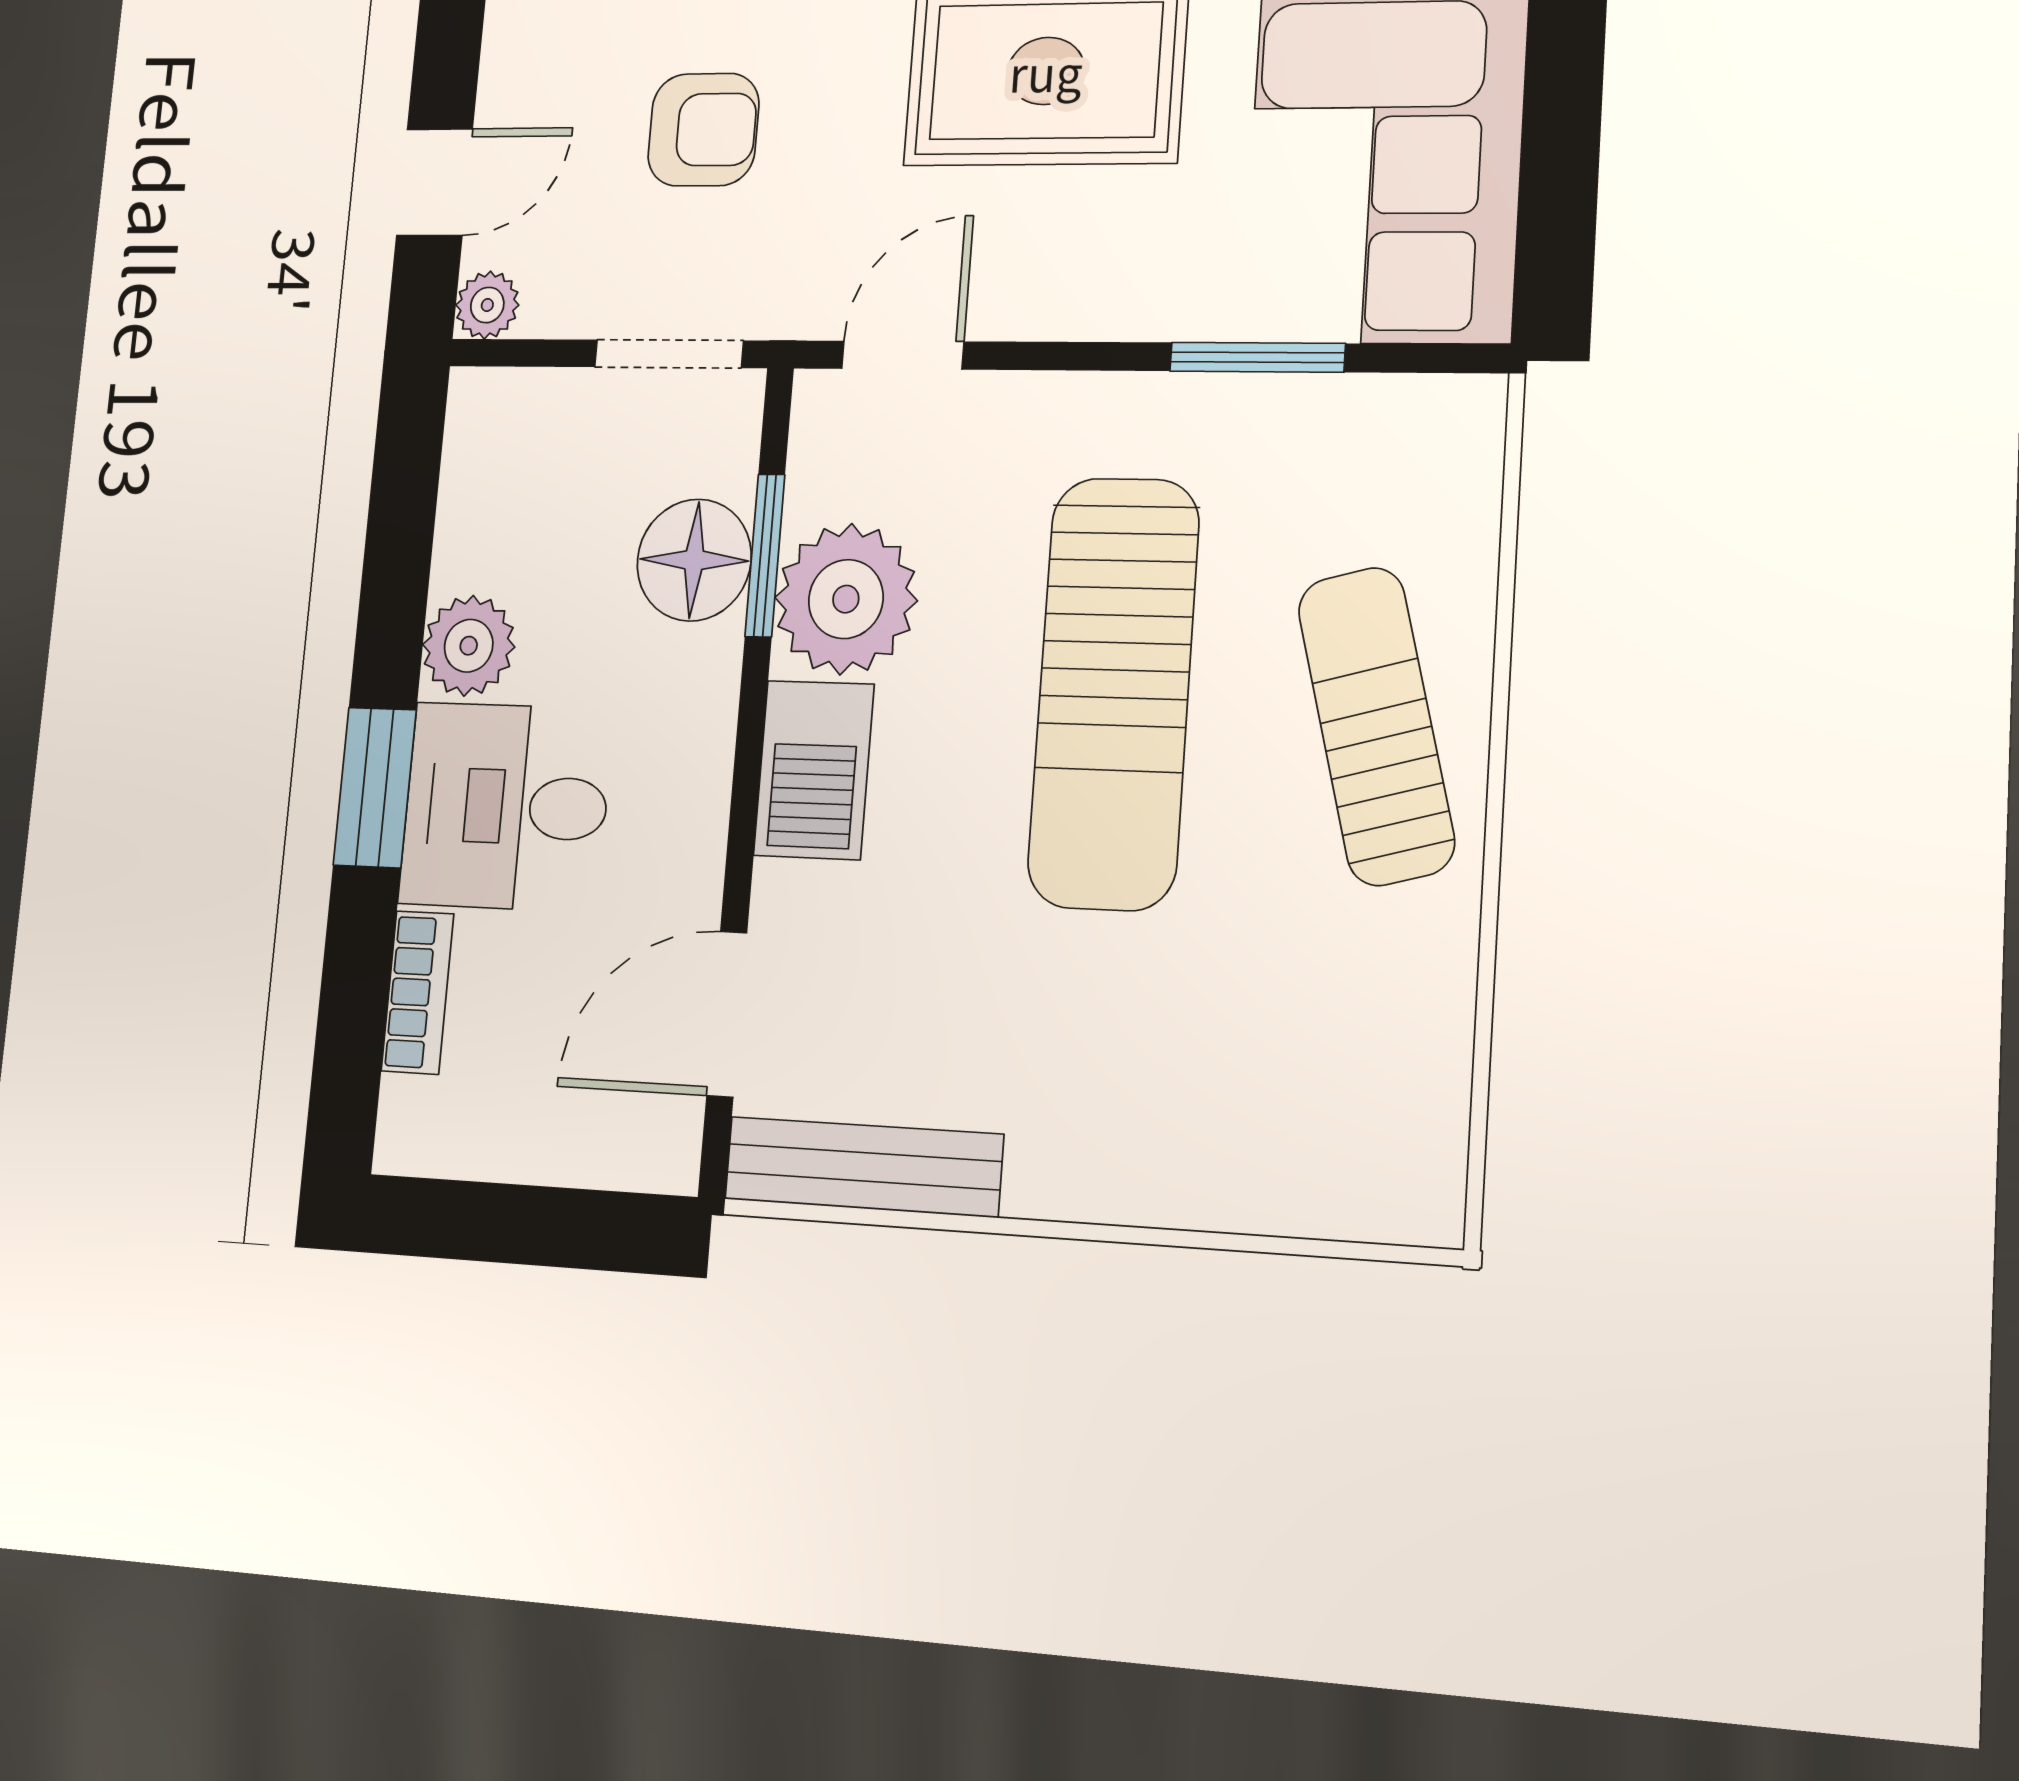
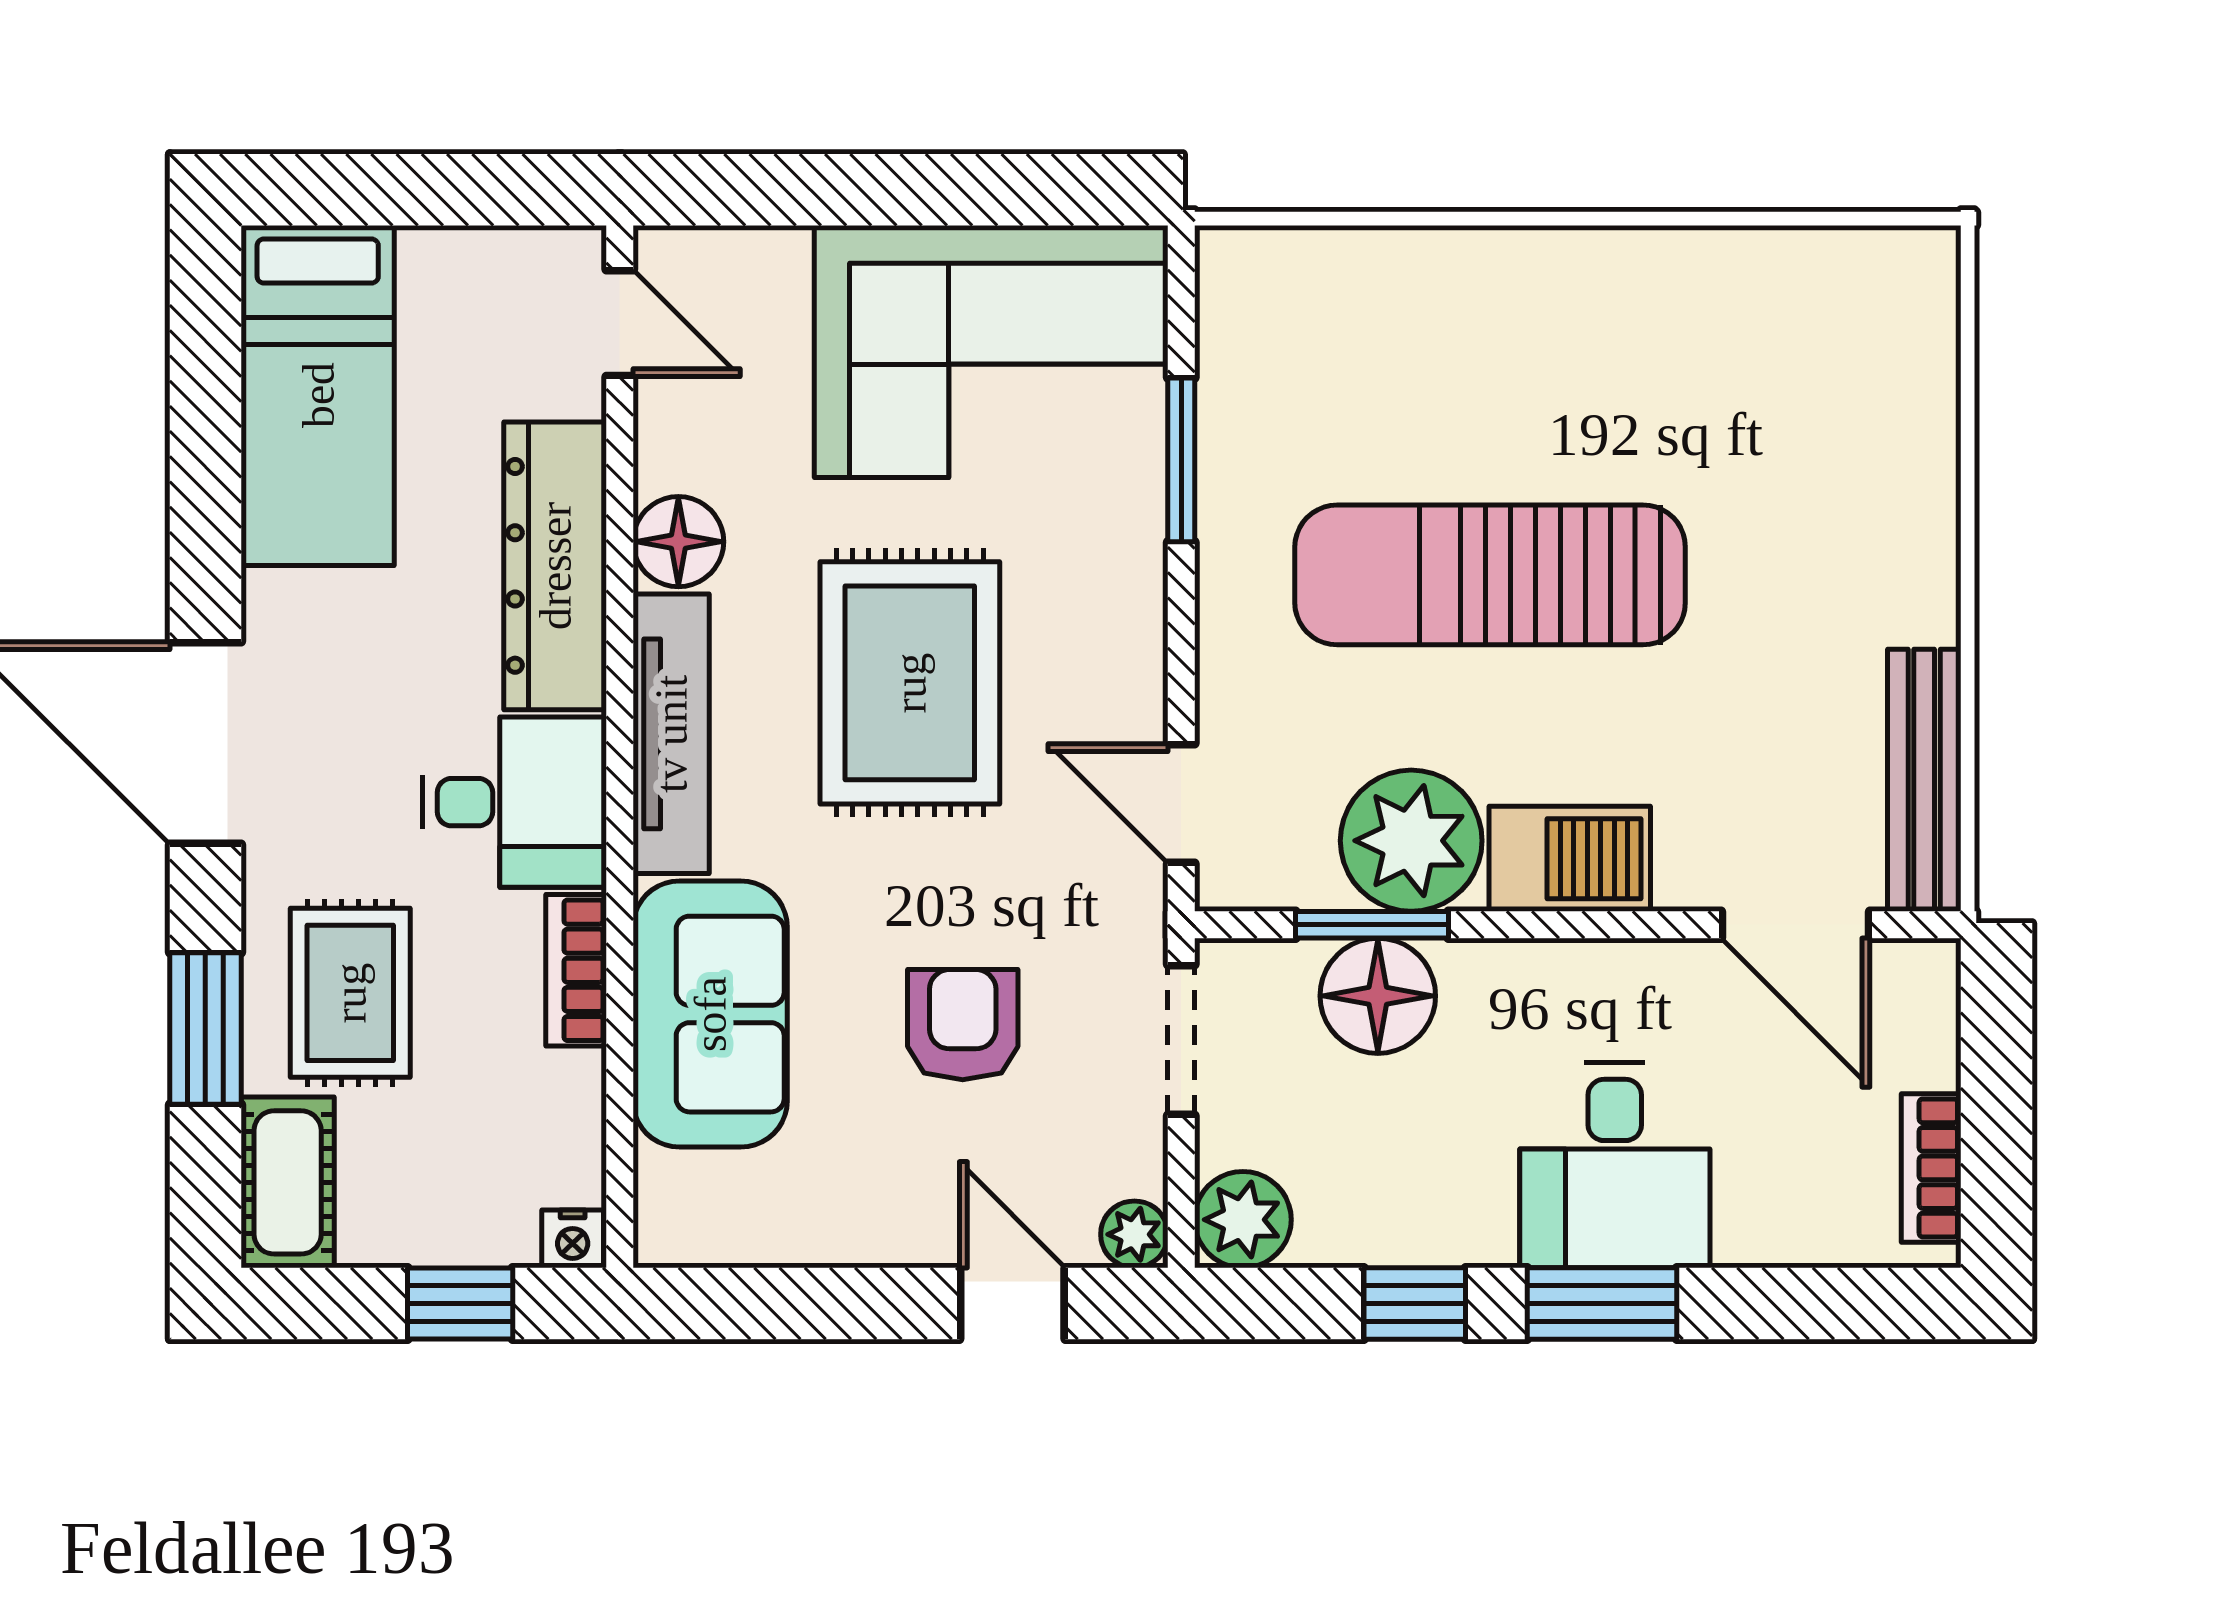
window: (394, 592) -> (1415, 1304), added
plant: (469, 646) -> (1243, 1220), moved
sun lounger: (1114, 692) -> (1490, 575), turned 180
sun lounger: (1376, 726) -> (1512, 330), removed
bookcase: (418, 992) -> (1931, 1168), moved, turned -90

